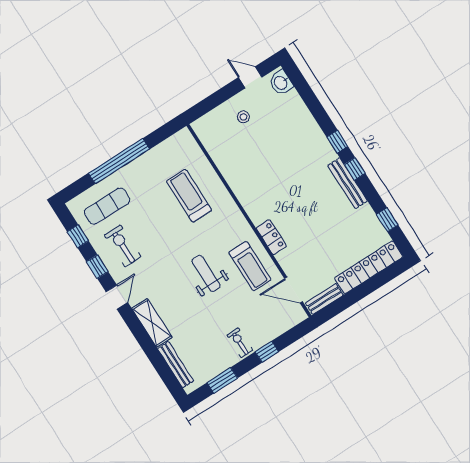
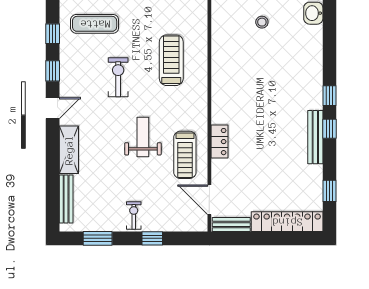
exercise bike: (123, 246) -> (118, 77), moved

